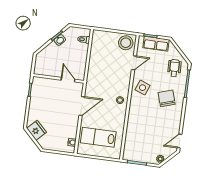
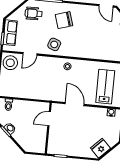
door: (134, 63) -> (30, 54), swing flipped
lab bench: (98, 137) -> (105, 87), turned 180

